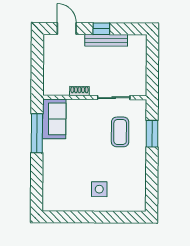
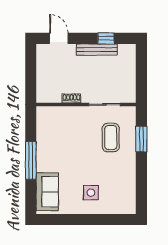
window: (101, 29) -> (106, 38), moved
sofa: (54, 119) -> (47, 192), moved
window: (37, 133) -> (31, 160), moved

